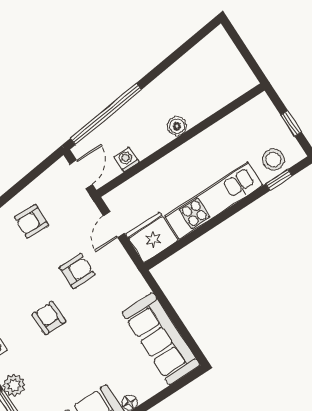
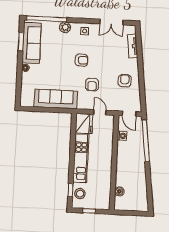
boiler: (177, 126) -> (119, 191), moved
sofa: (161, 339) -> (56, 99), moved

